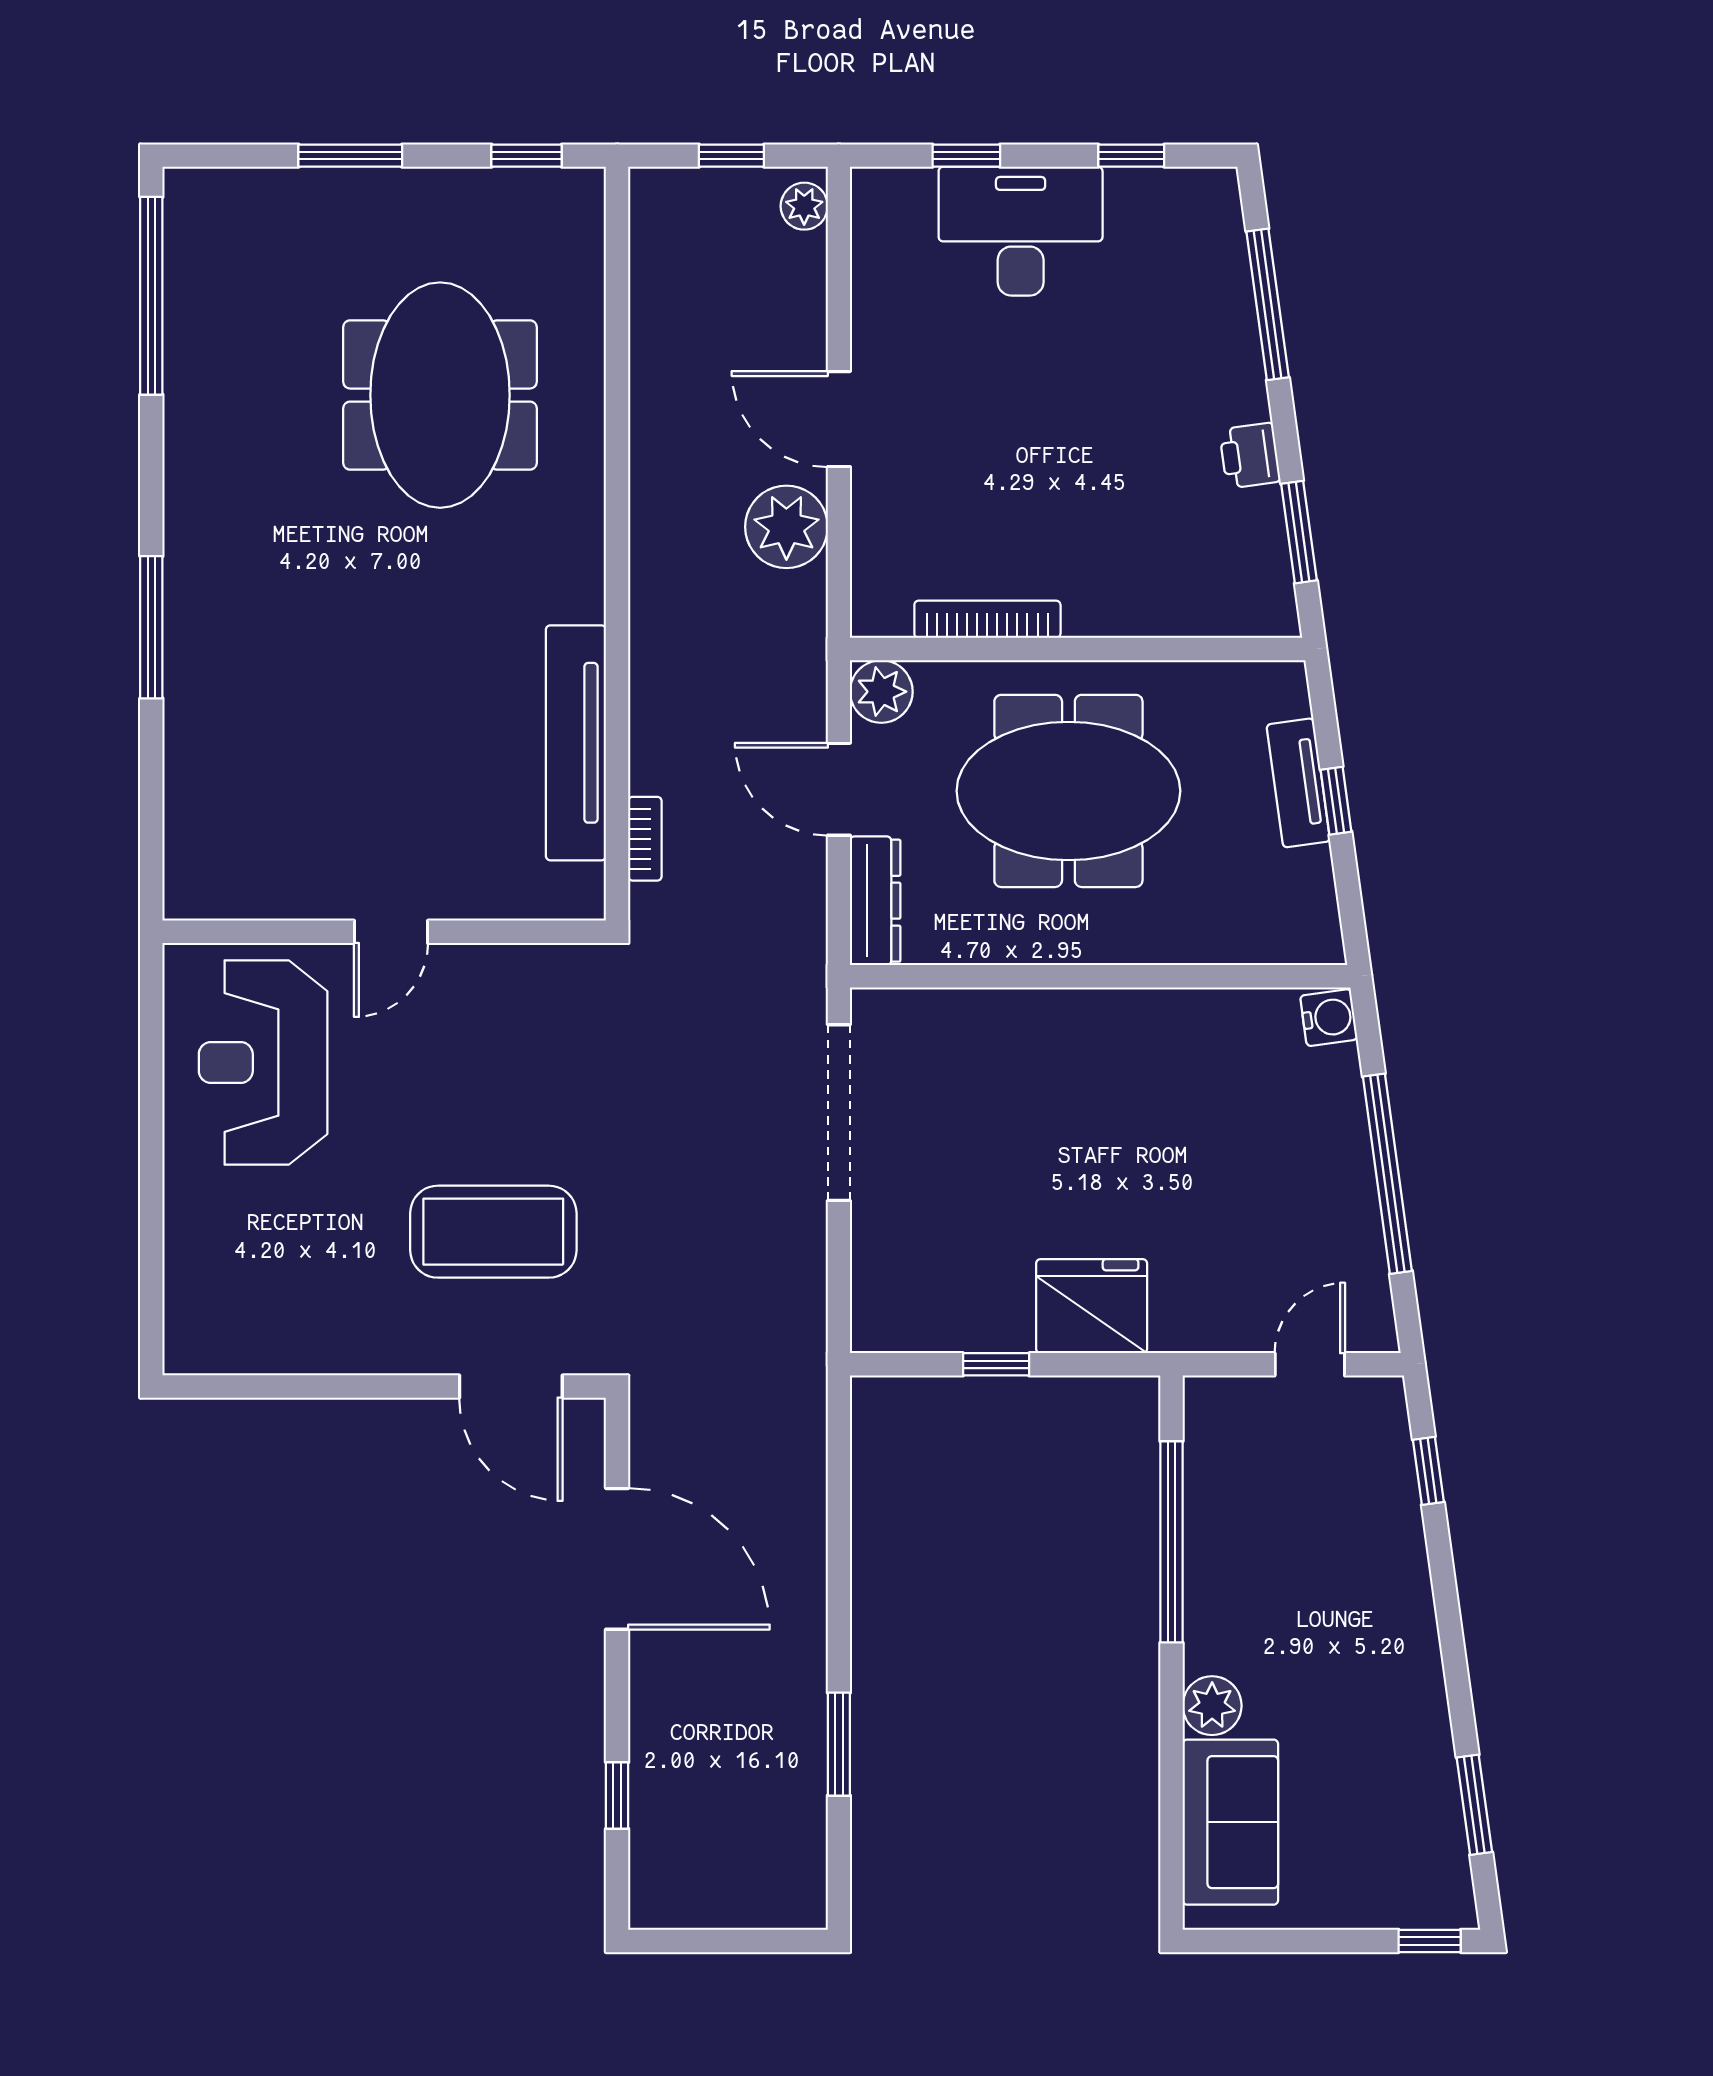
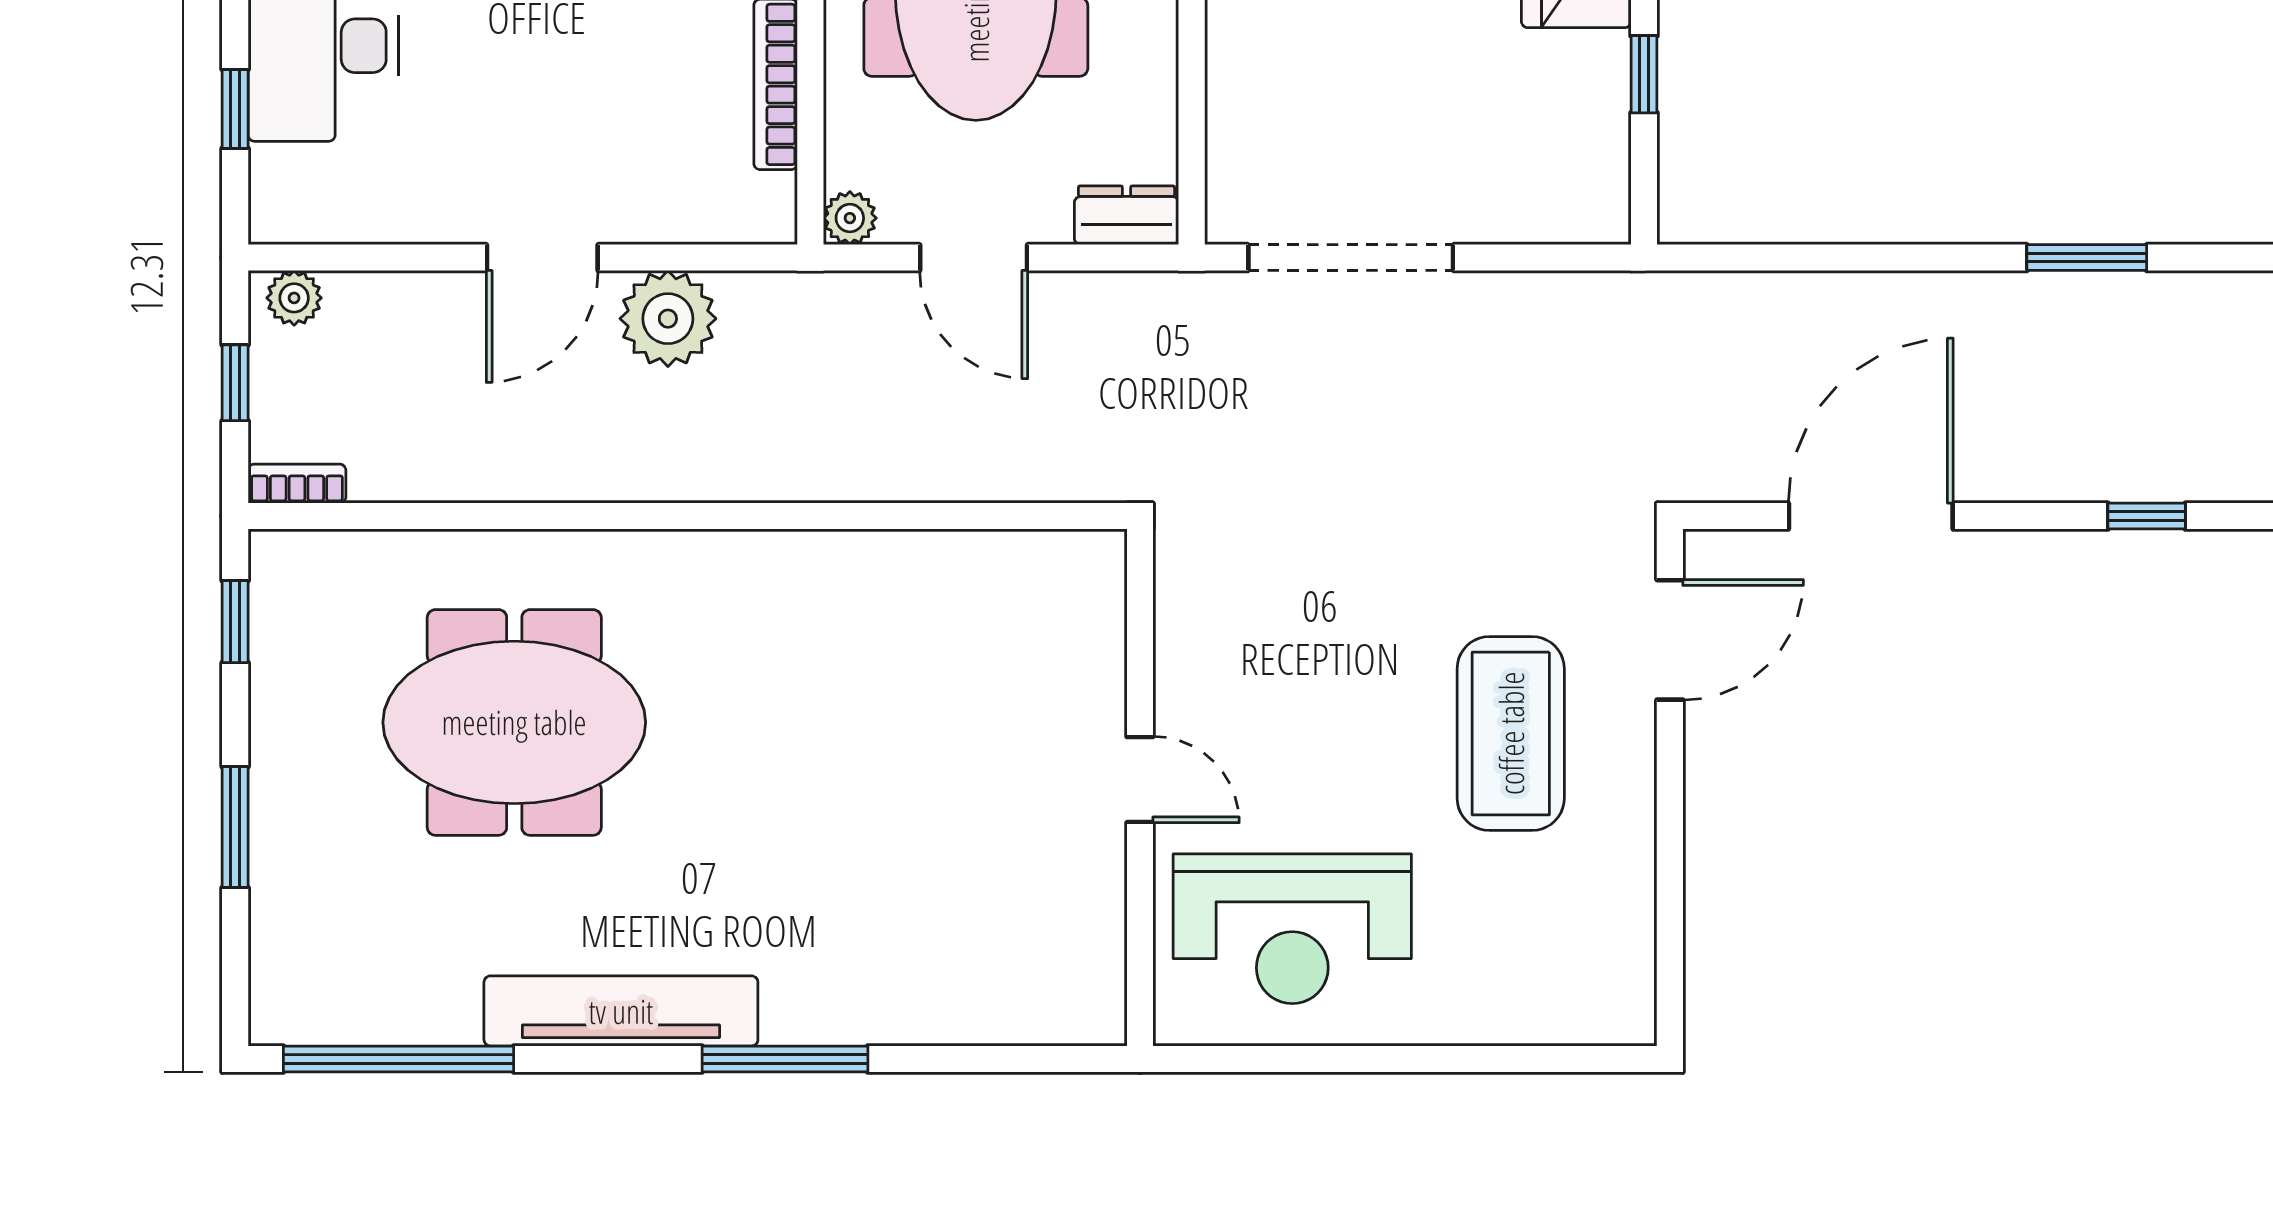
plant: (881, 692) -> (850, 218), width x0.73, depth x0.73
tv unit: (576, 743) -> (621, 1011), moved, turned 180
door: (839, 789) -> (974, 258), hinge flipped
bookcase: (645, 839) -> (297, 484), moved
dresser: (875, 901) -> (1126, 215), width x0.70
coffee table: (493, 1232) -> (1511, 733), moved

